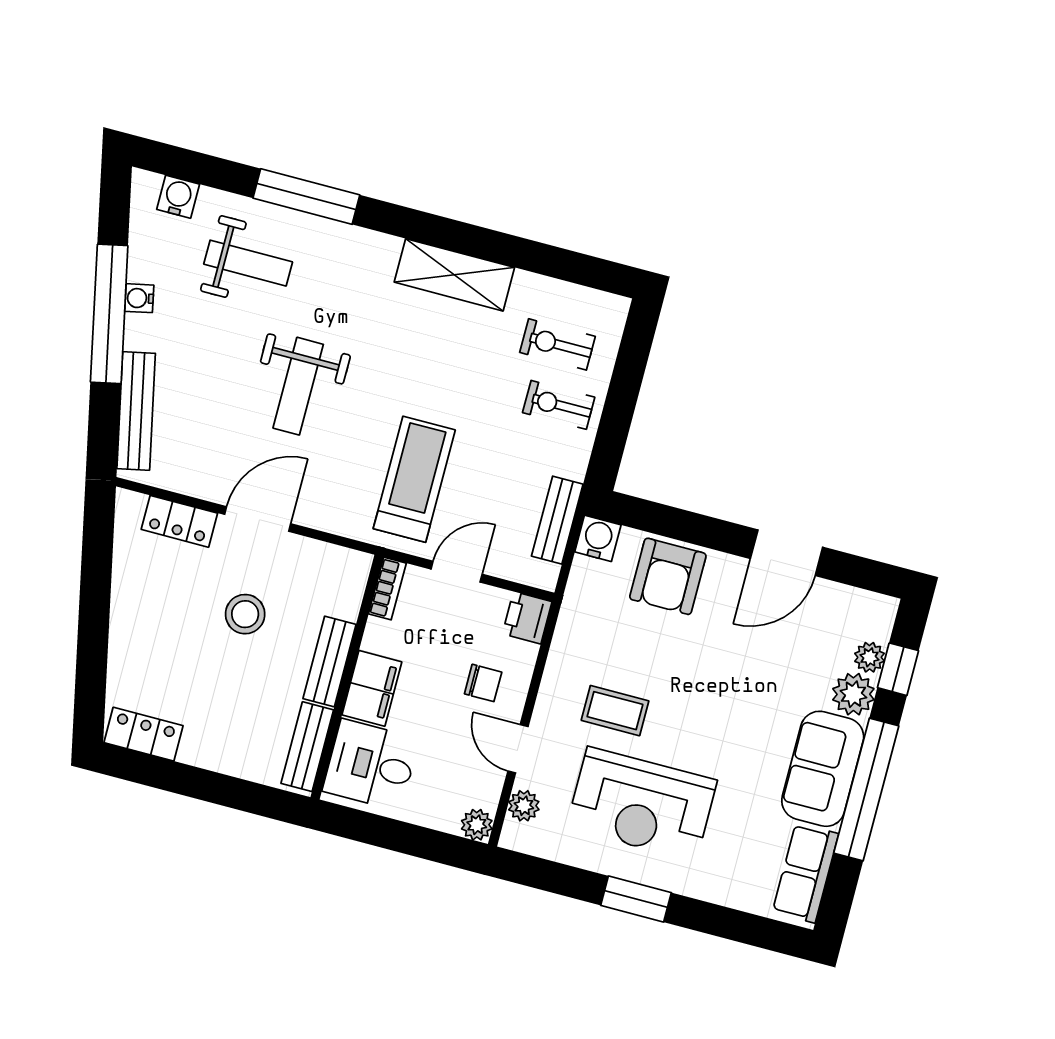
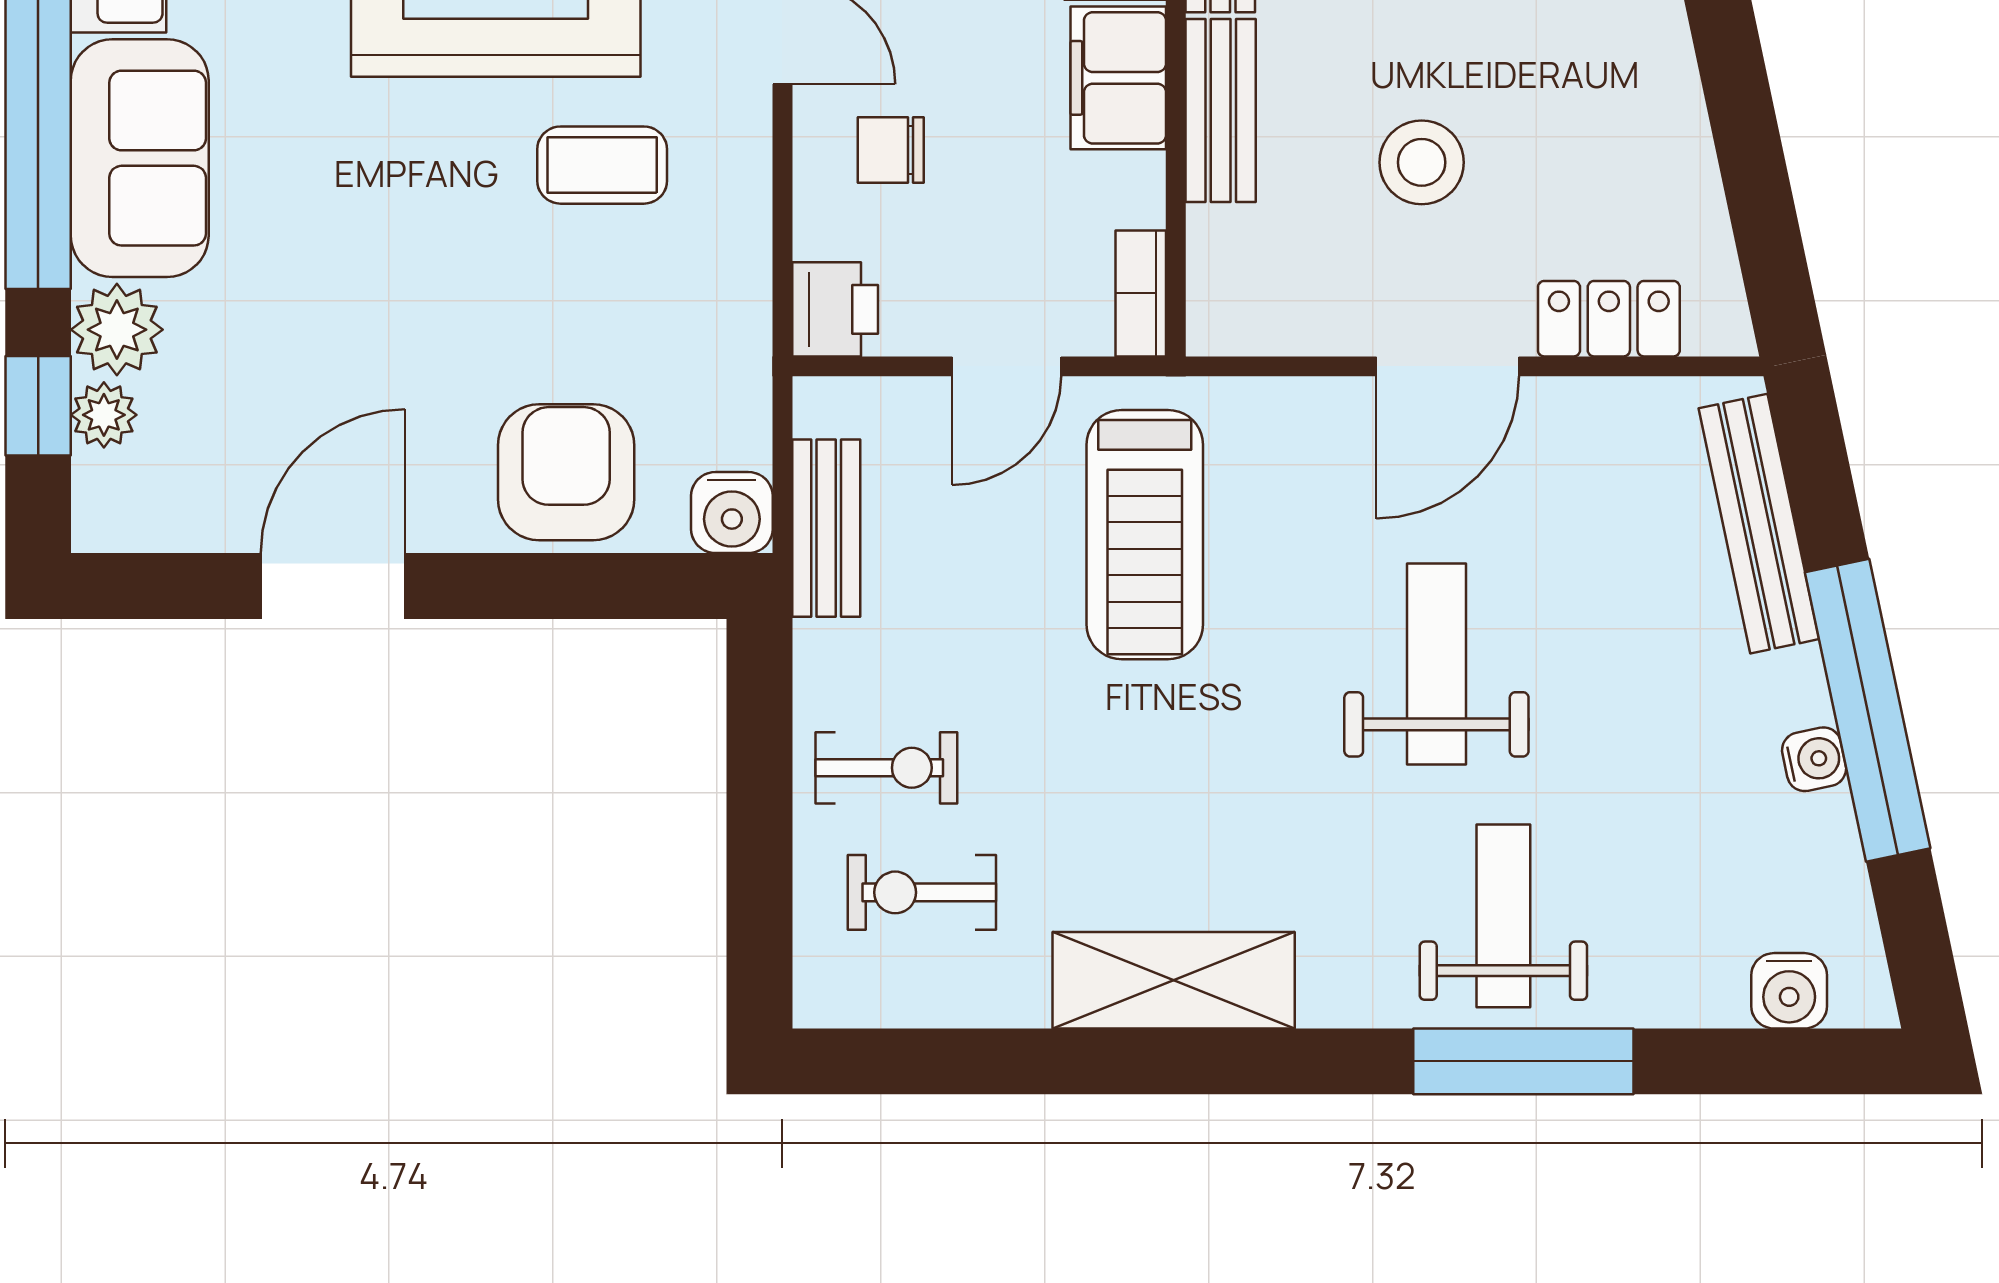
weight bench: (248, 263) -> (1503, 916), moved, turned 90
exercise bike: (557, 344) -> (922, 892), turned 180

